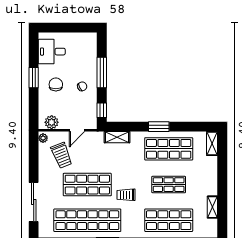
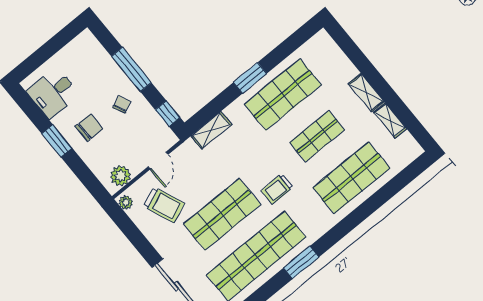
chair: (56, 84) -> (89, 128), turned 90
shelving: (212, 143) -> (366, 93), moved

